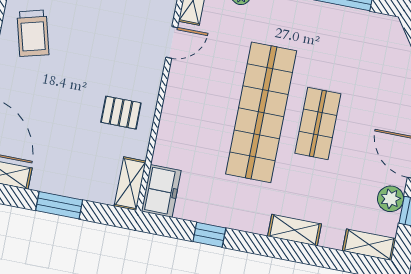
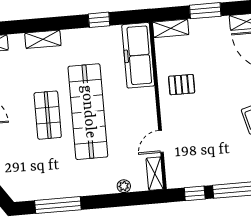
shelving: (130, 184) -> (171, 28), moved, turned 90
freezer: (161, 191) -> (138, 55), width x1.91, depth x1.26

